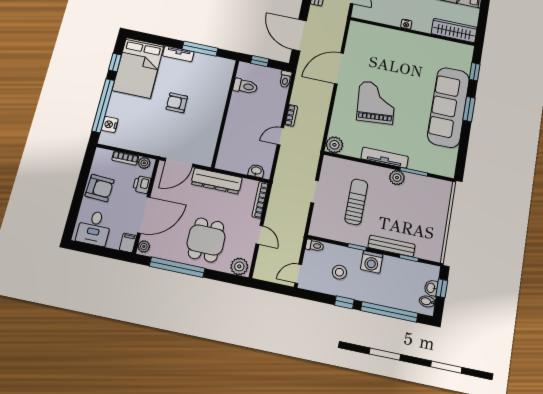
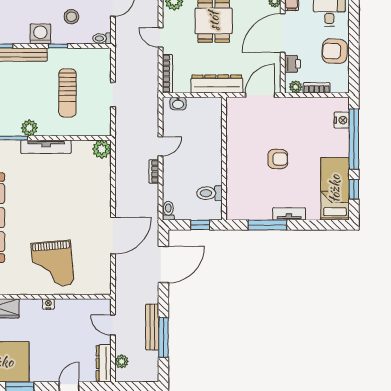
door: (299, 35) -> (163, 264), hinge flipped
bed: (138, 68) -> (335, 189), width x0.67
grand piano: (376, 103) -> (53, 264), moved

